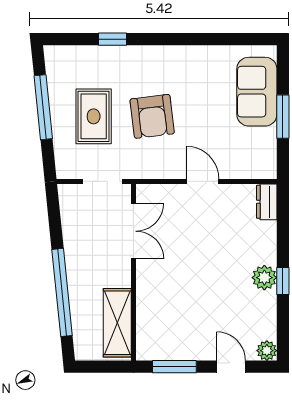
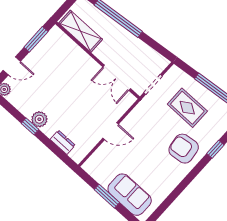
armchair: (152, 116) -> (184, 149), moved
dresser: (267, 202) -> (63, 142), moved

